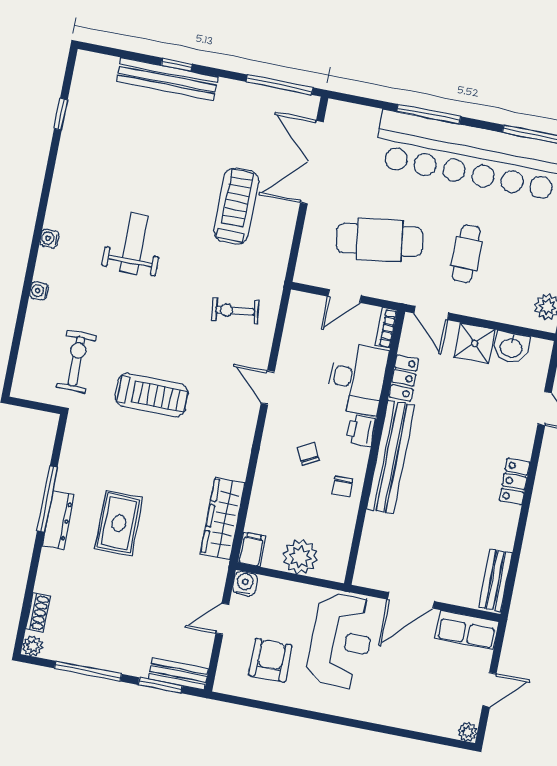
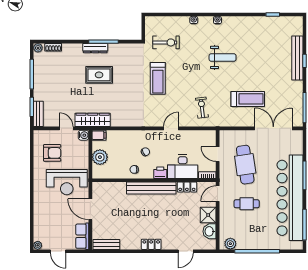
wardrobe: (223, 518) -> (93, 120), moved

